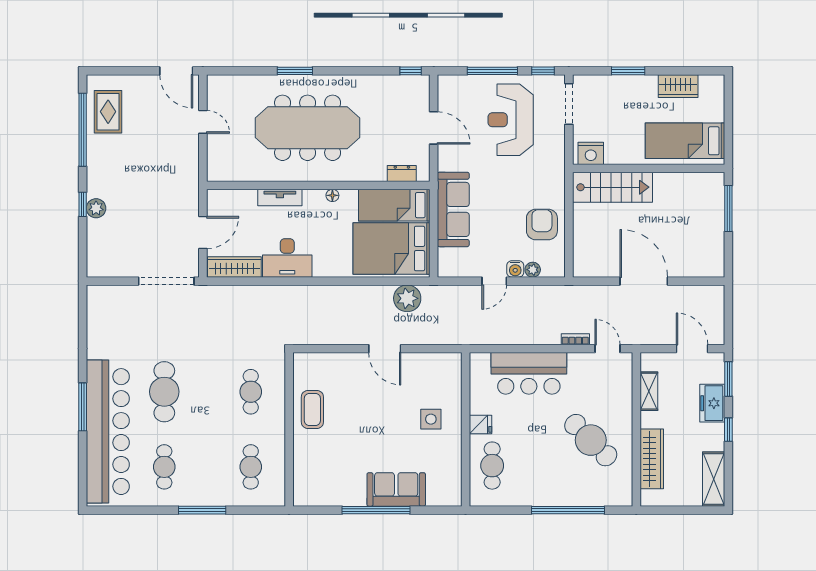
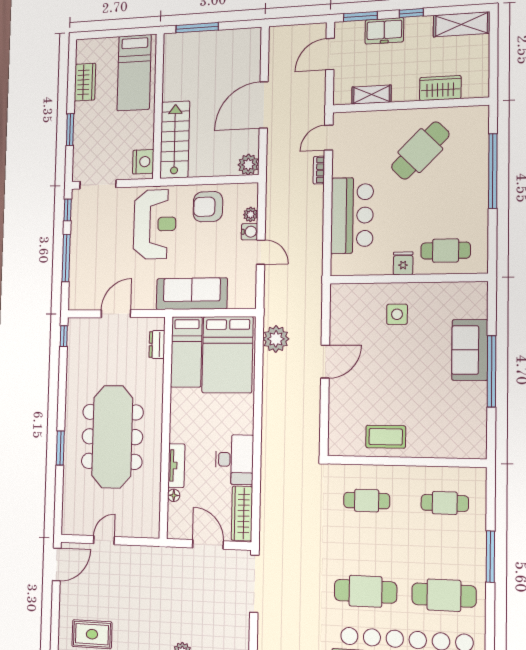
reception desk: (511, 120) -> (155, 224), moved, turned -90
floor lamp: (332, 195) -> (174, 495), moved
plant: (584, 266) -> (248, 165), added
wardrobe: (652, 459) -> (440, 88), width x0.67
cafe table: (164, 467) -> (444, 595), width x1.37, depth x1.35

